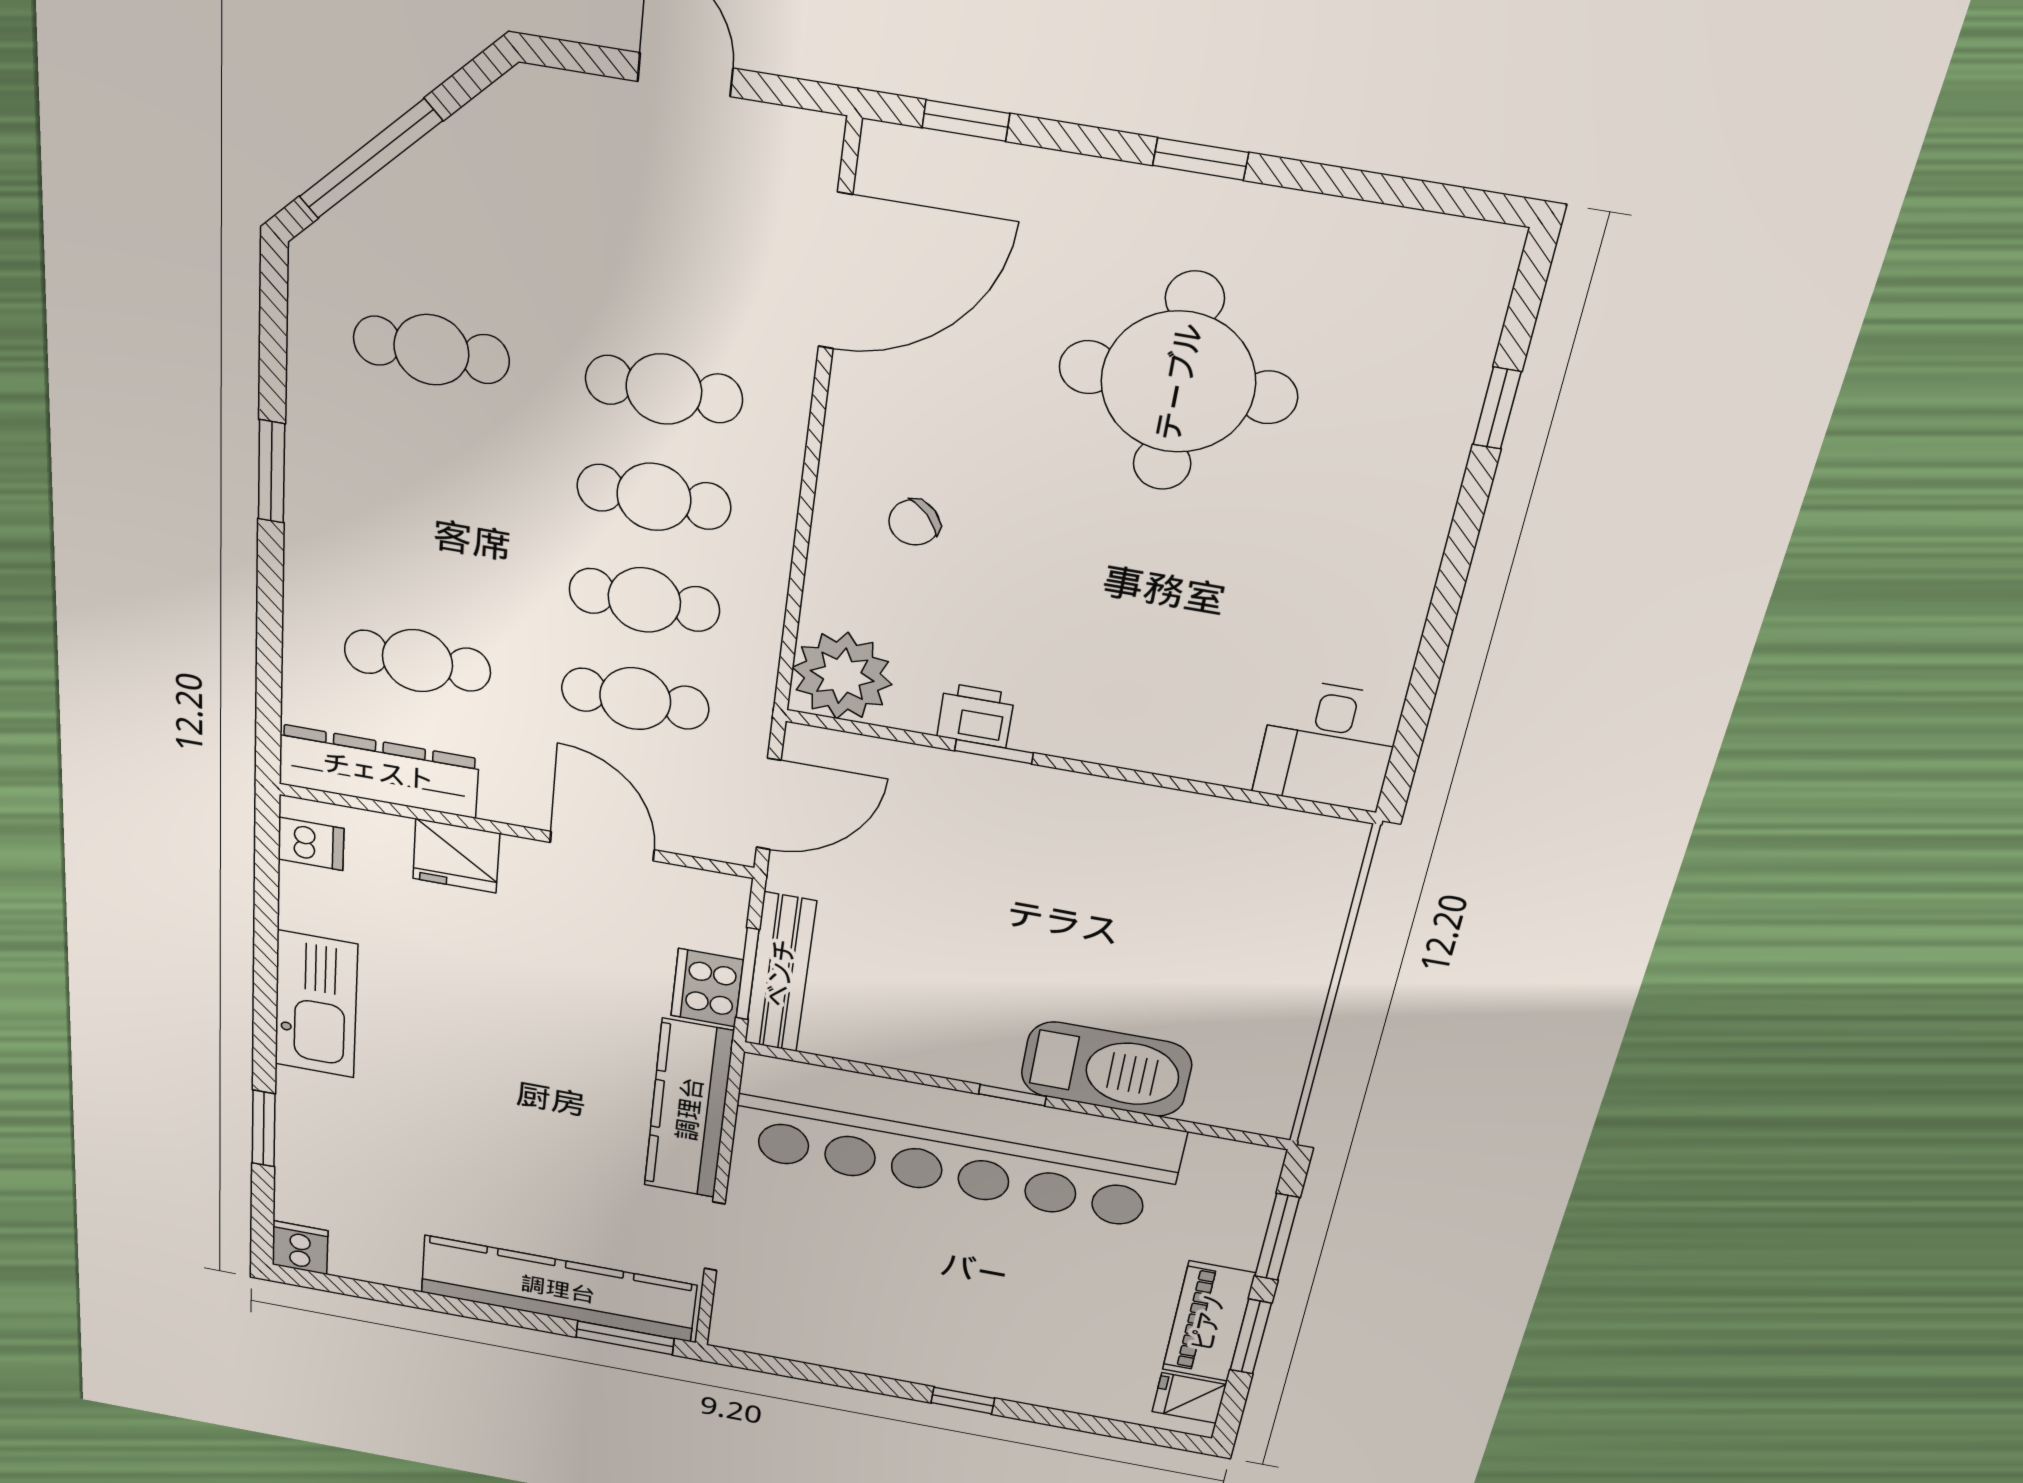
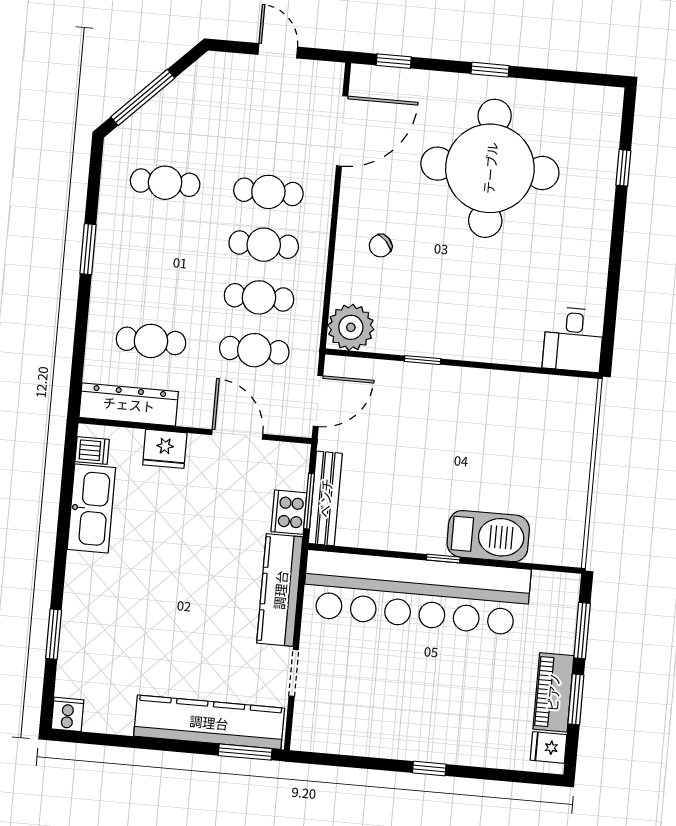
round table: (1178, 382) -> (490, 168), width x1.36, depth x1.36
printer: (976, 715) -> (413, 342), removed
kitchen sink: (316, 1005) -> (91, 509), moved

